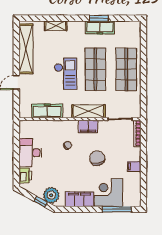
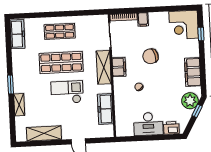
window: (99, 18) -> (11, 85), moved
freezer: (100, 27) -> (17, 34), moved
shelving: (26, 49) -> (44, 133), width x0.68
shop shelf: (126, 69) -> (60, 31), width x0.70, depth x0.74
filing cabinet: (134, 166) -> (143, 19), moved
corner desk: (109, 193) -> (184, 25), moved
window: (117, 209) -> (201, 34), width x0.46

